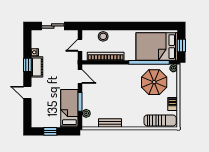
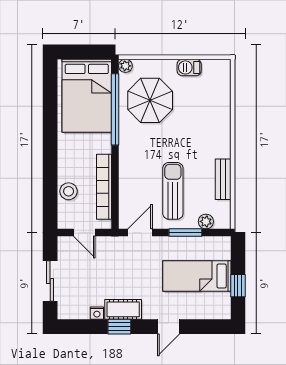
window: (181, 46) -> (85, 52), removed
bed: (69, 108) -> (197, 276), moved
sun lounger: (160, 120) -> (173, 191), moved

